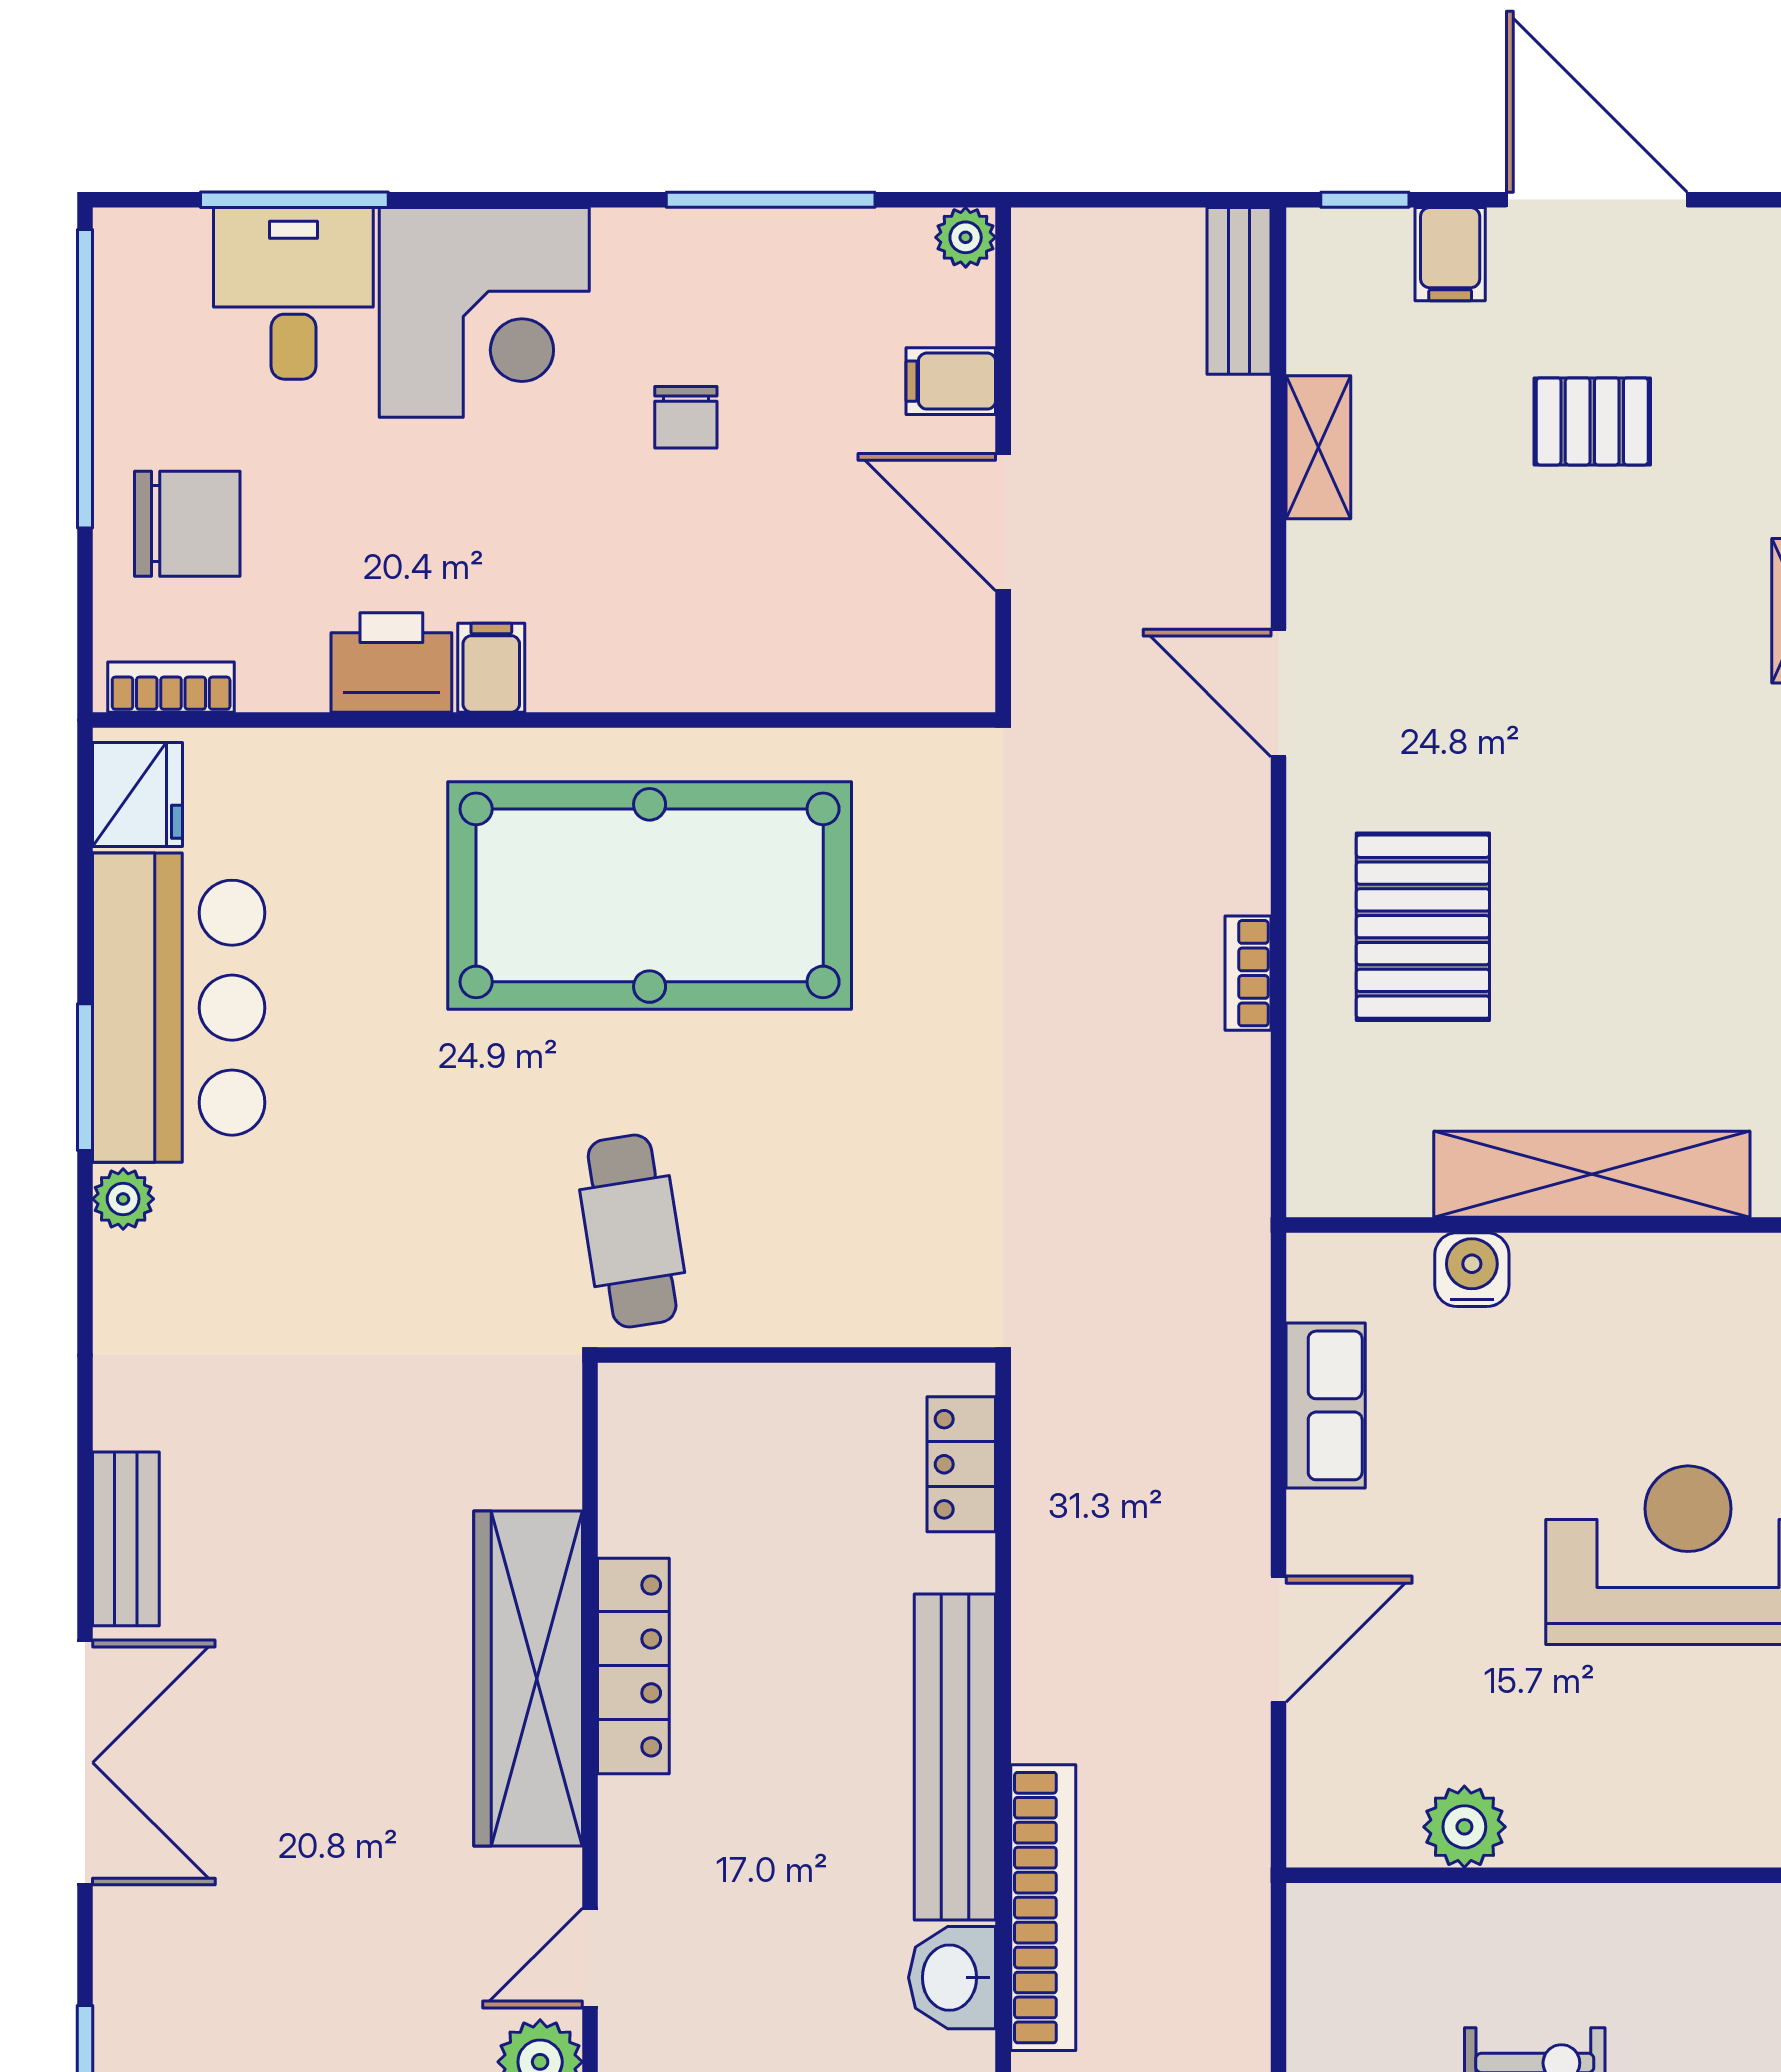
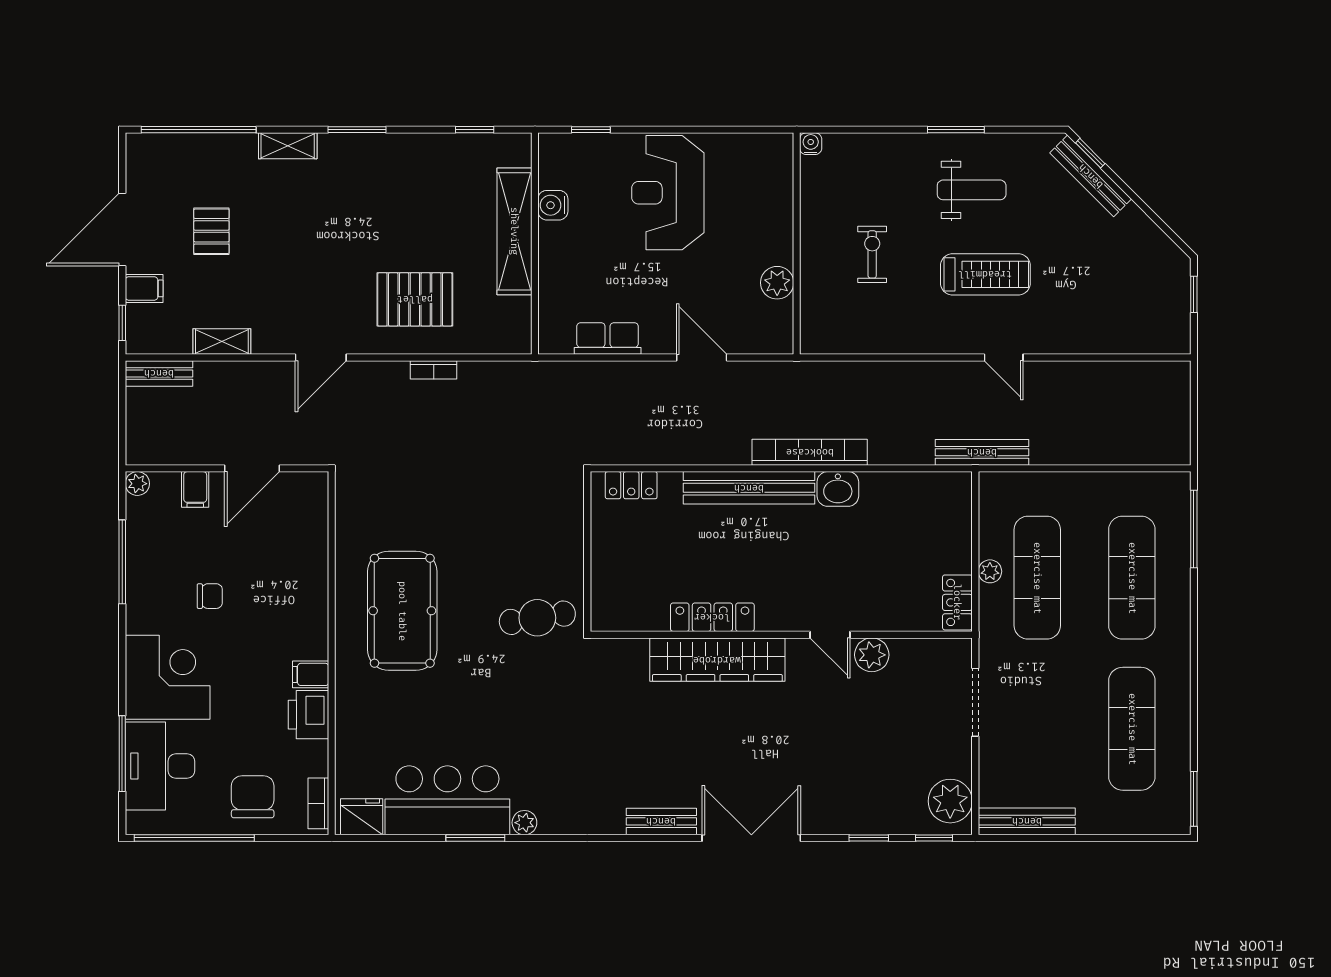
desk: (293, 293) -> (160, 766), width x1.37
pool table: (650, 895) -> (402, 611), width x0.73, depth x0.76
water cooler: (1472, 1270) -> (553, 205), moved

